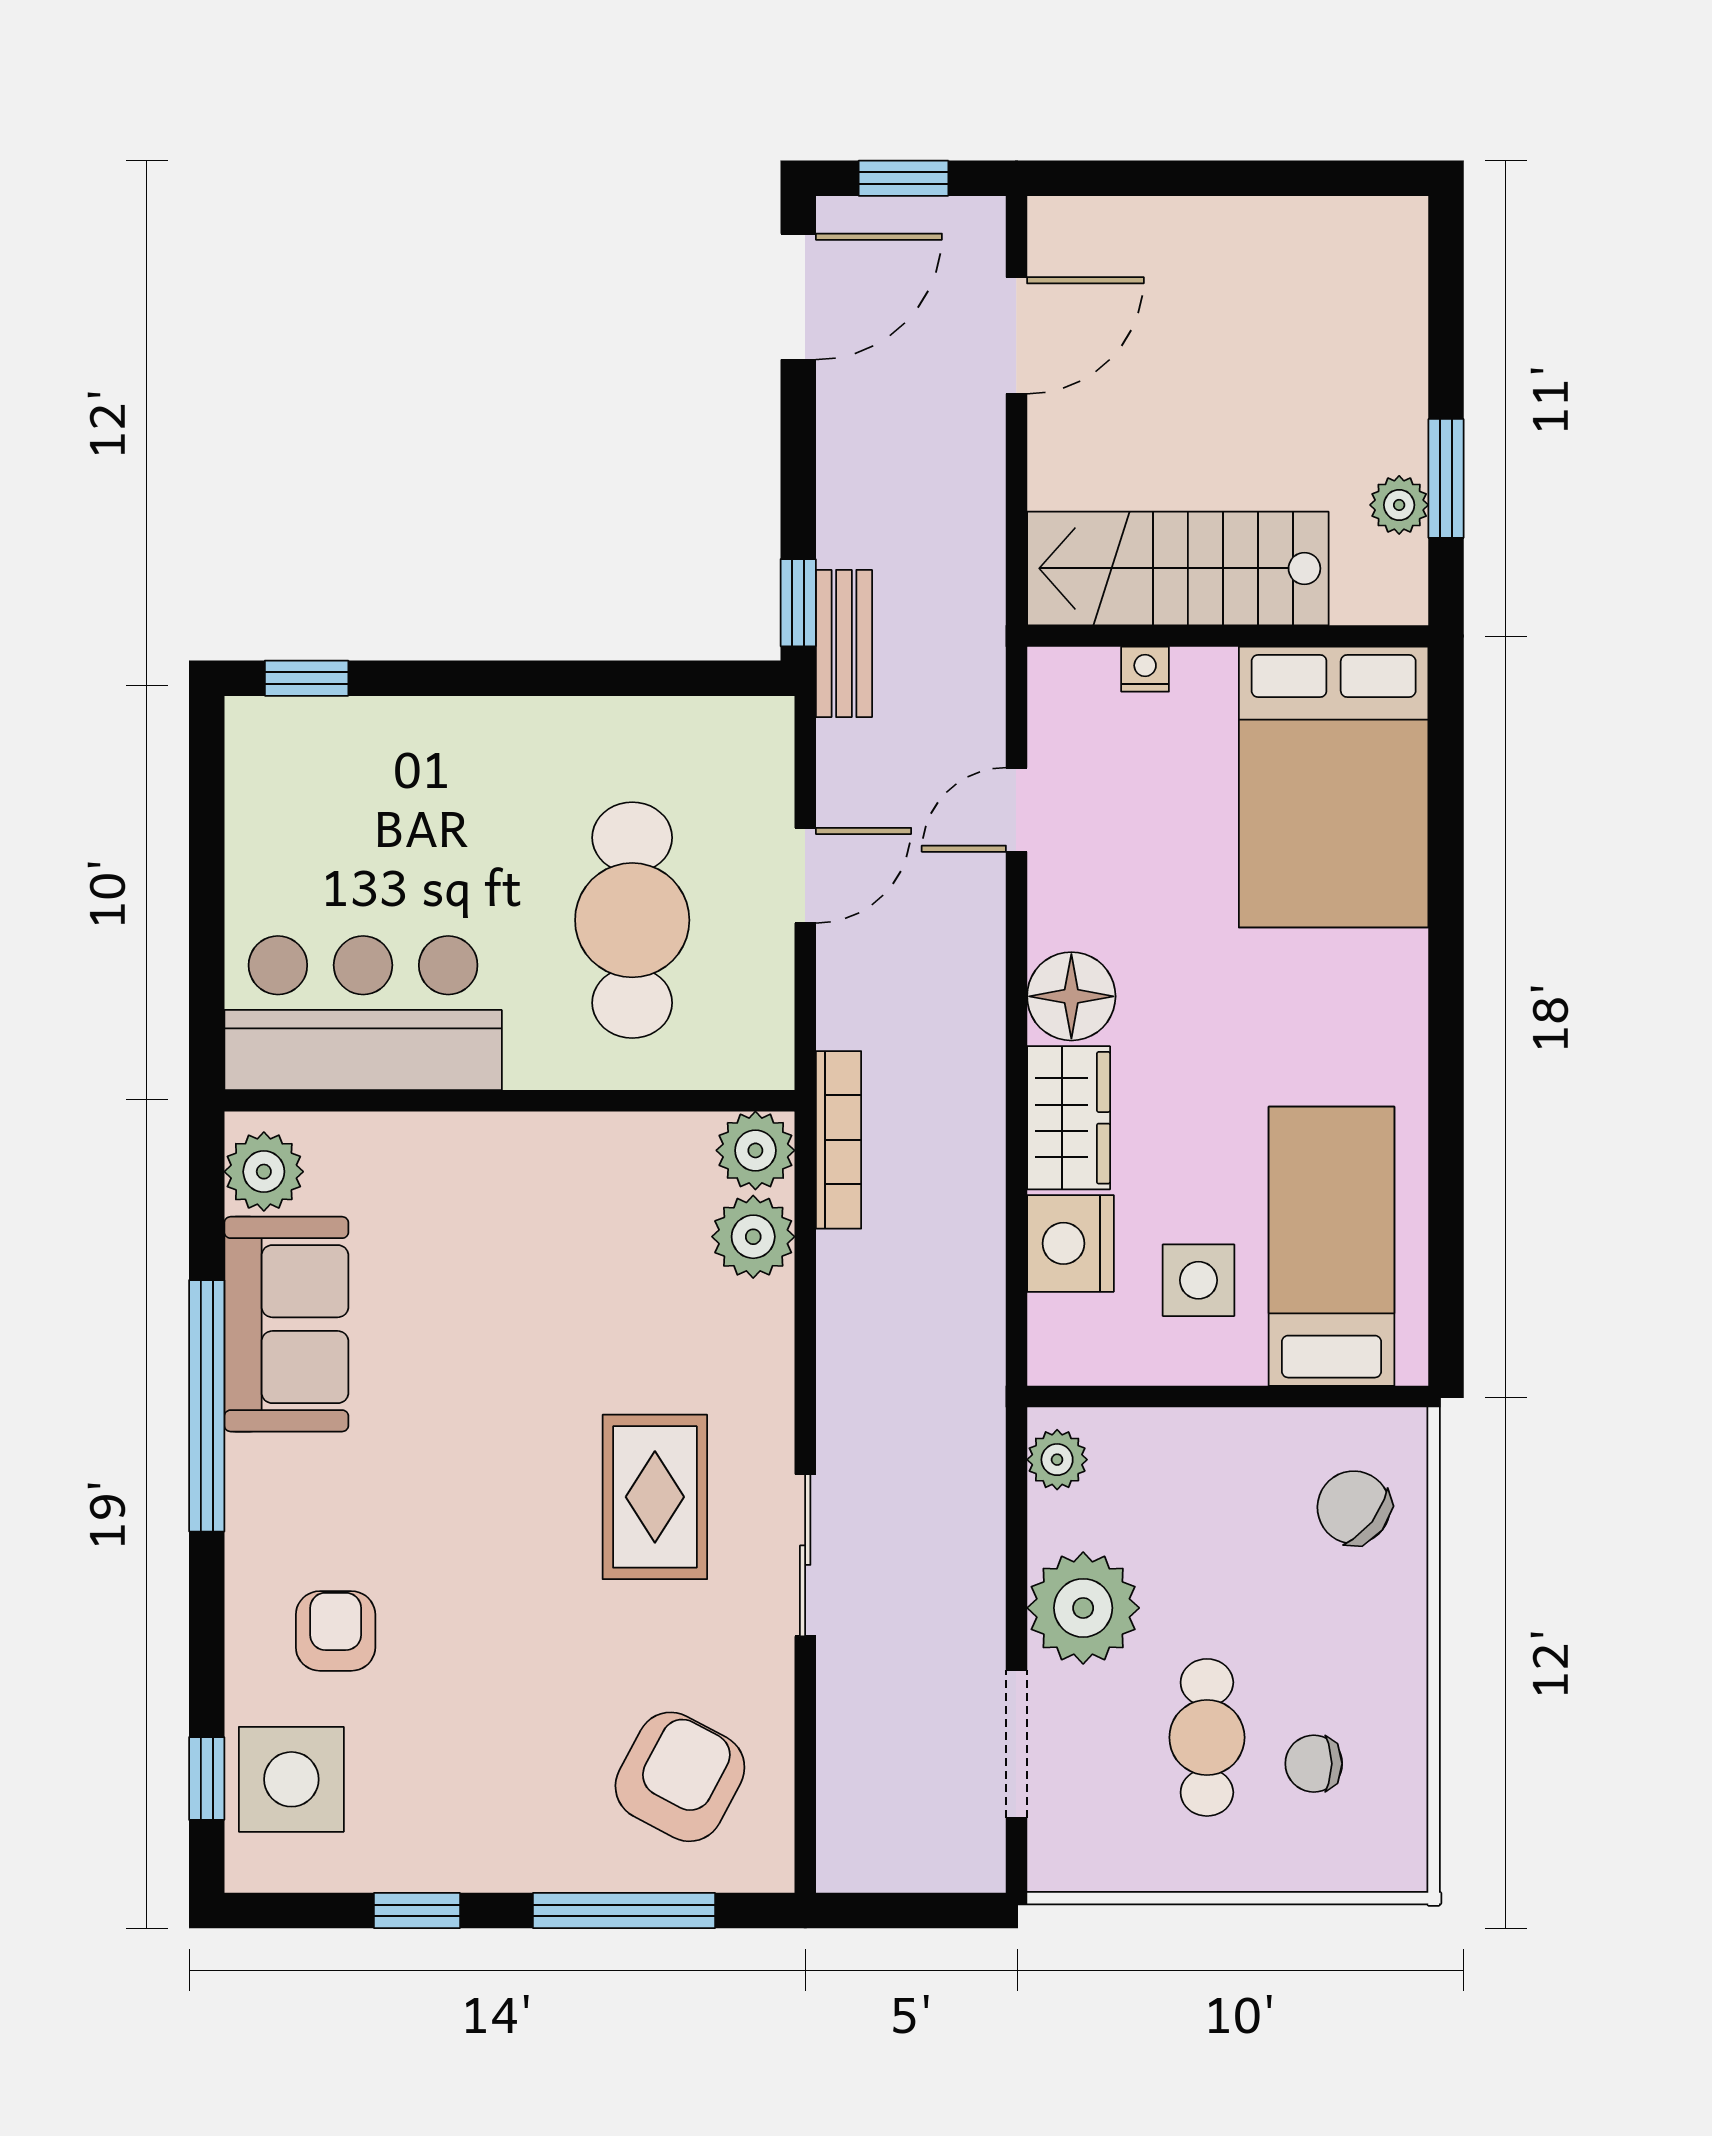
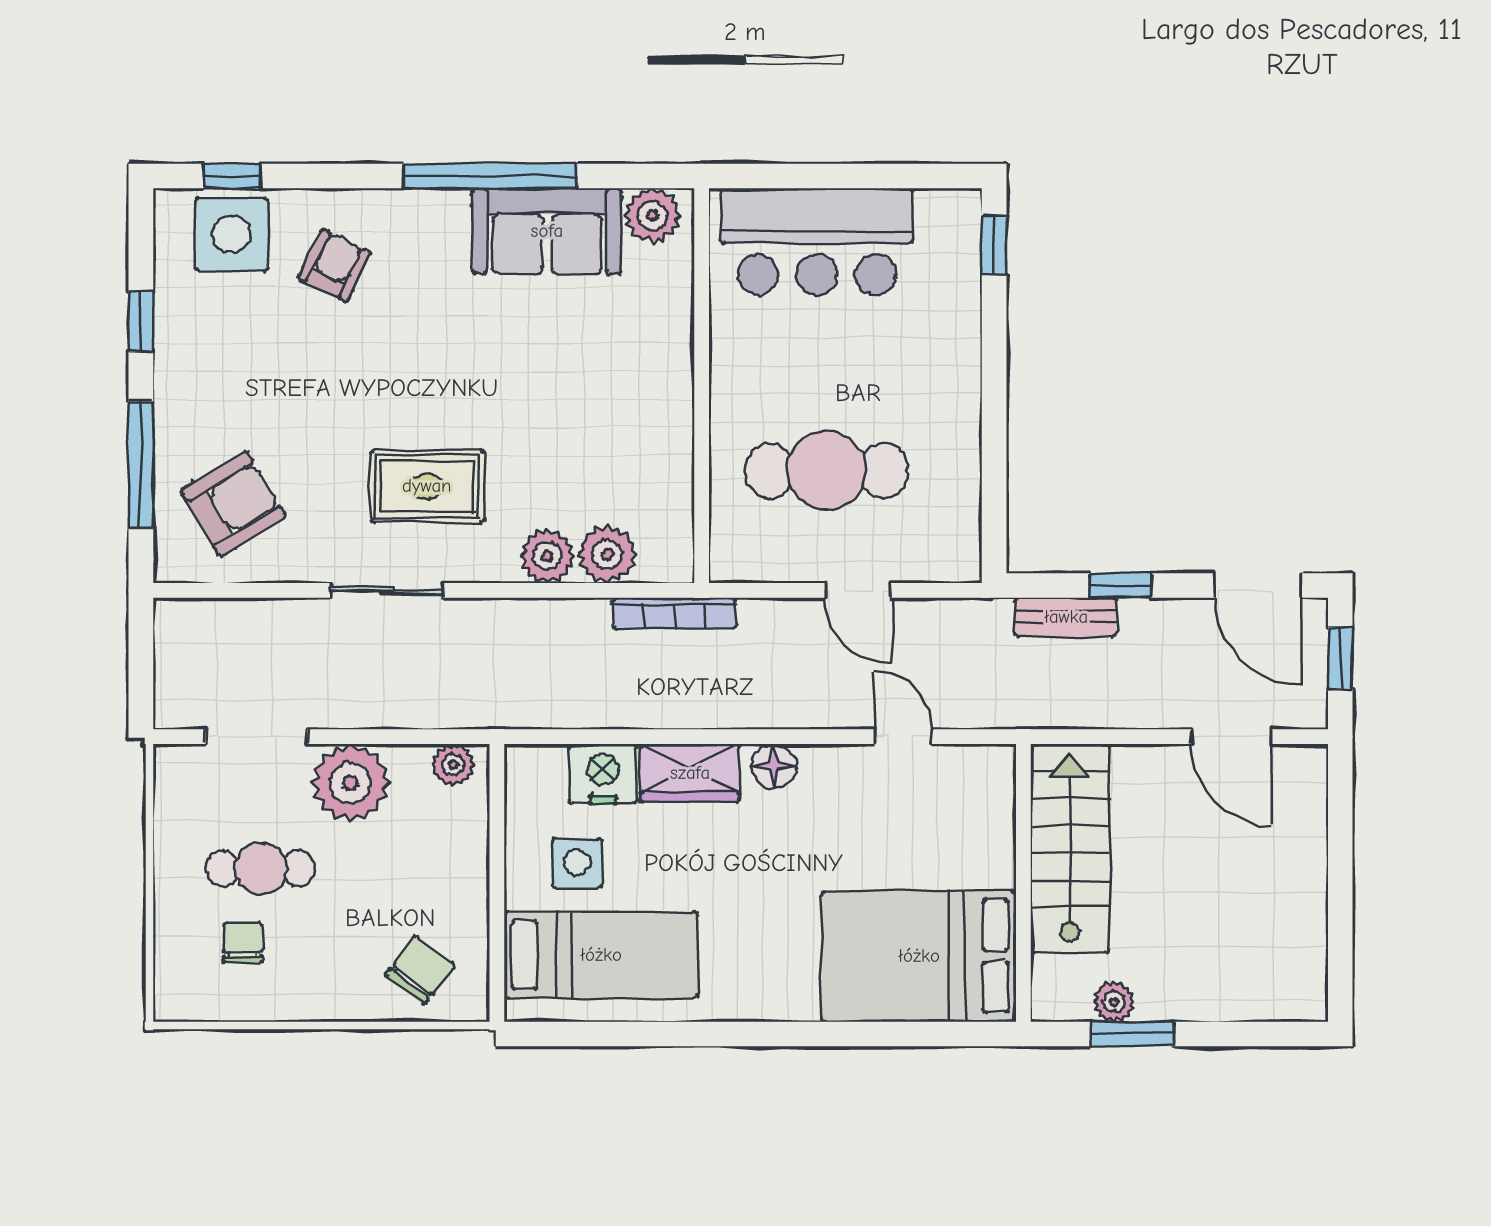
window: (798, 603) -> (1120, 586), moved
bench: (844, 644) -> (1066, 617), moved
nightstand: (1145, 669) -> (1000, 826), removed
floor lamp: (1071, 996) -> (774, 766), width x0.73, depth x0.73
bar counter: (363, 1013) -> (817, 242), moved, turned 90
plant: (755, 1150) -> (548, 556), moved
armchair: (336, 1631) -> (334, 265), turned -64
armchair: (680, 1777) -> (233, 504), turned -59

